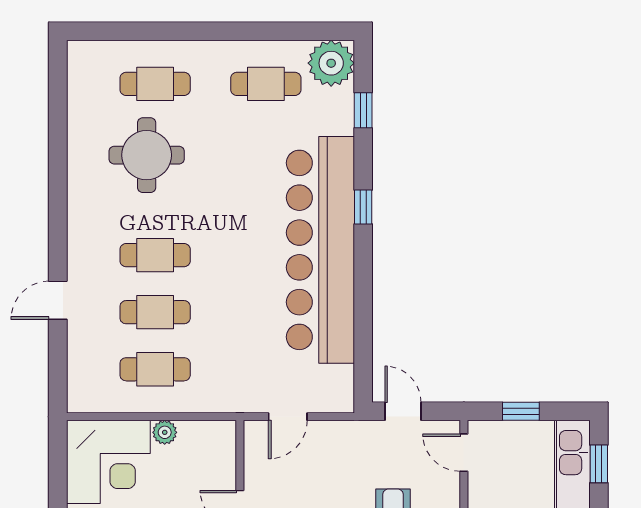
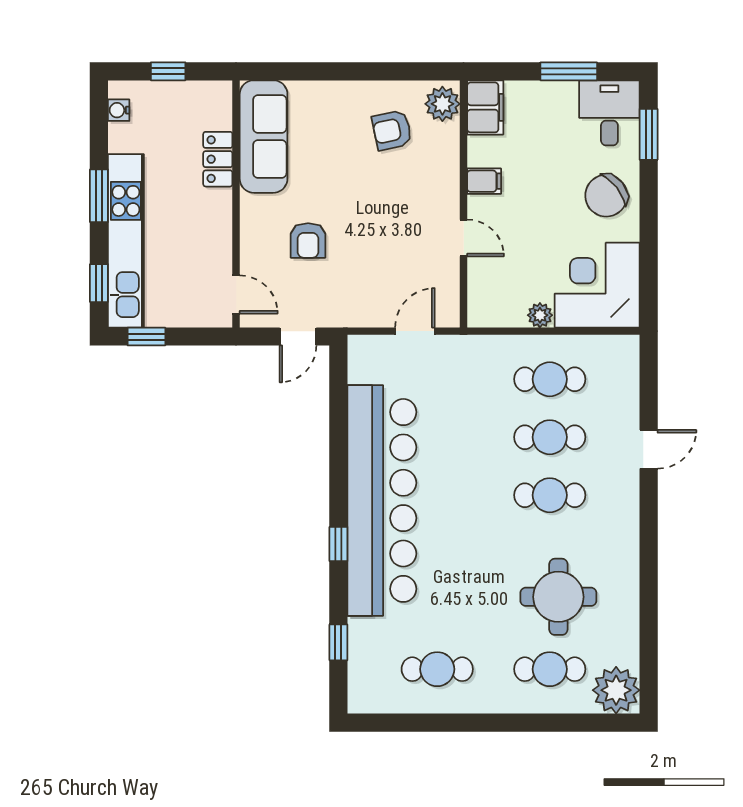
plant: (331, 63) -> (616, 690), moved
door: (403, 411) -> (298, 337), hinge flipped
window: (521, 411) -> (146, 337), moved

